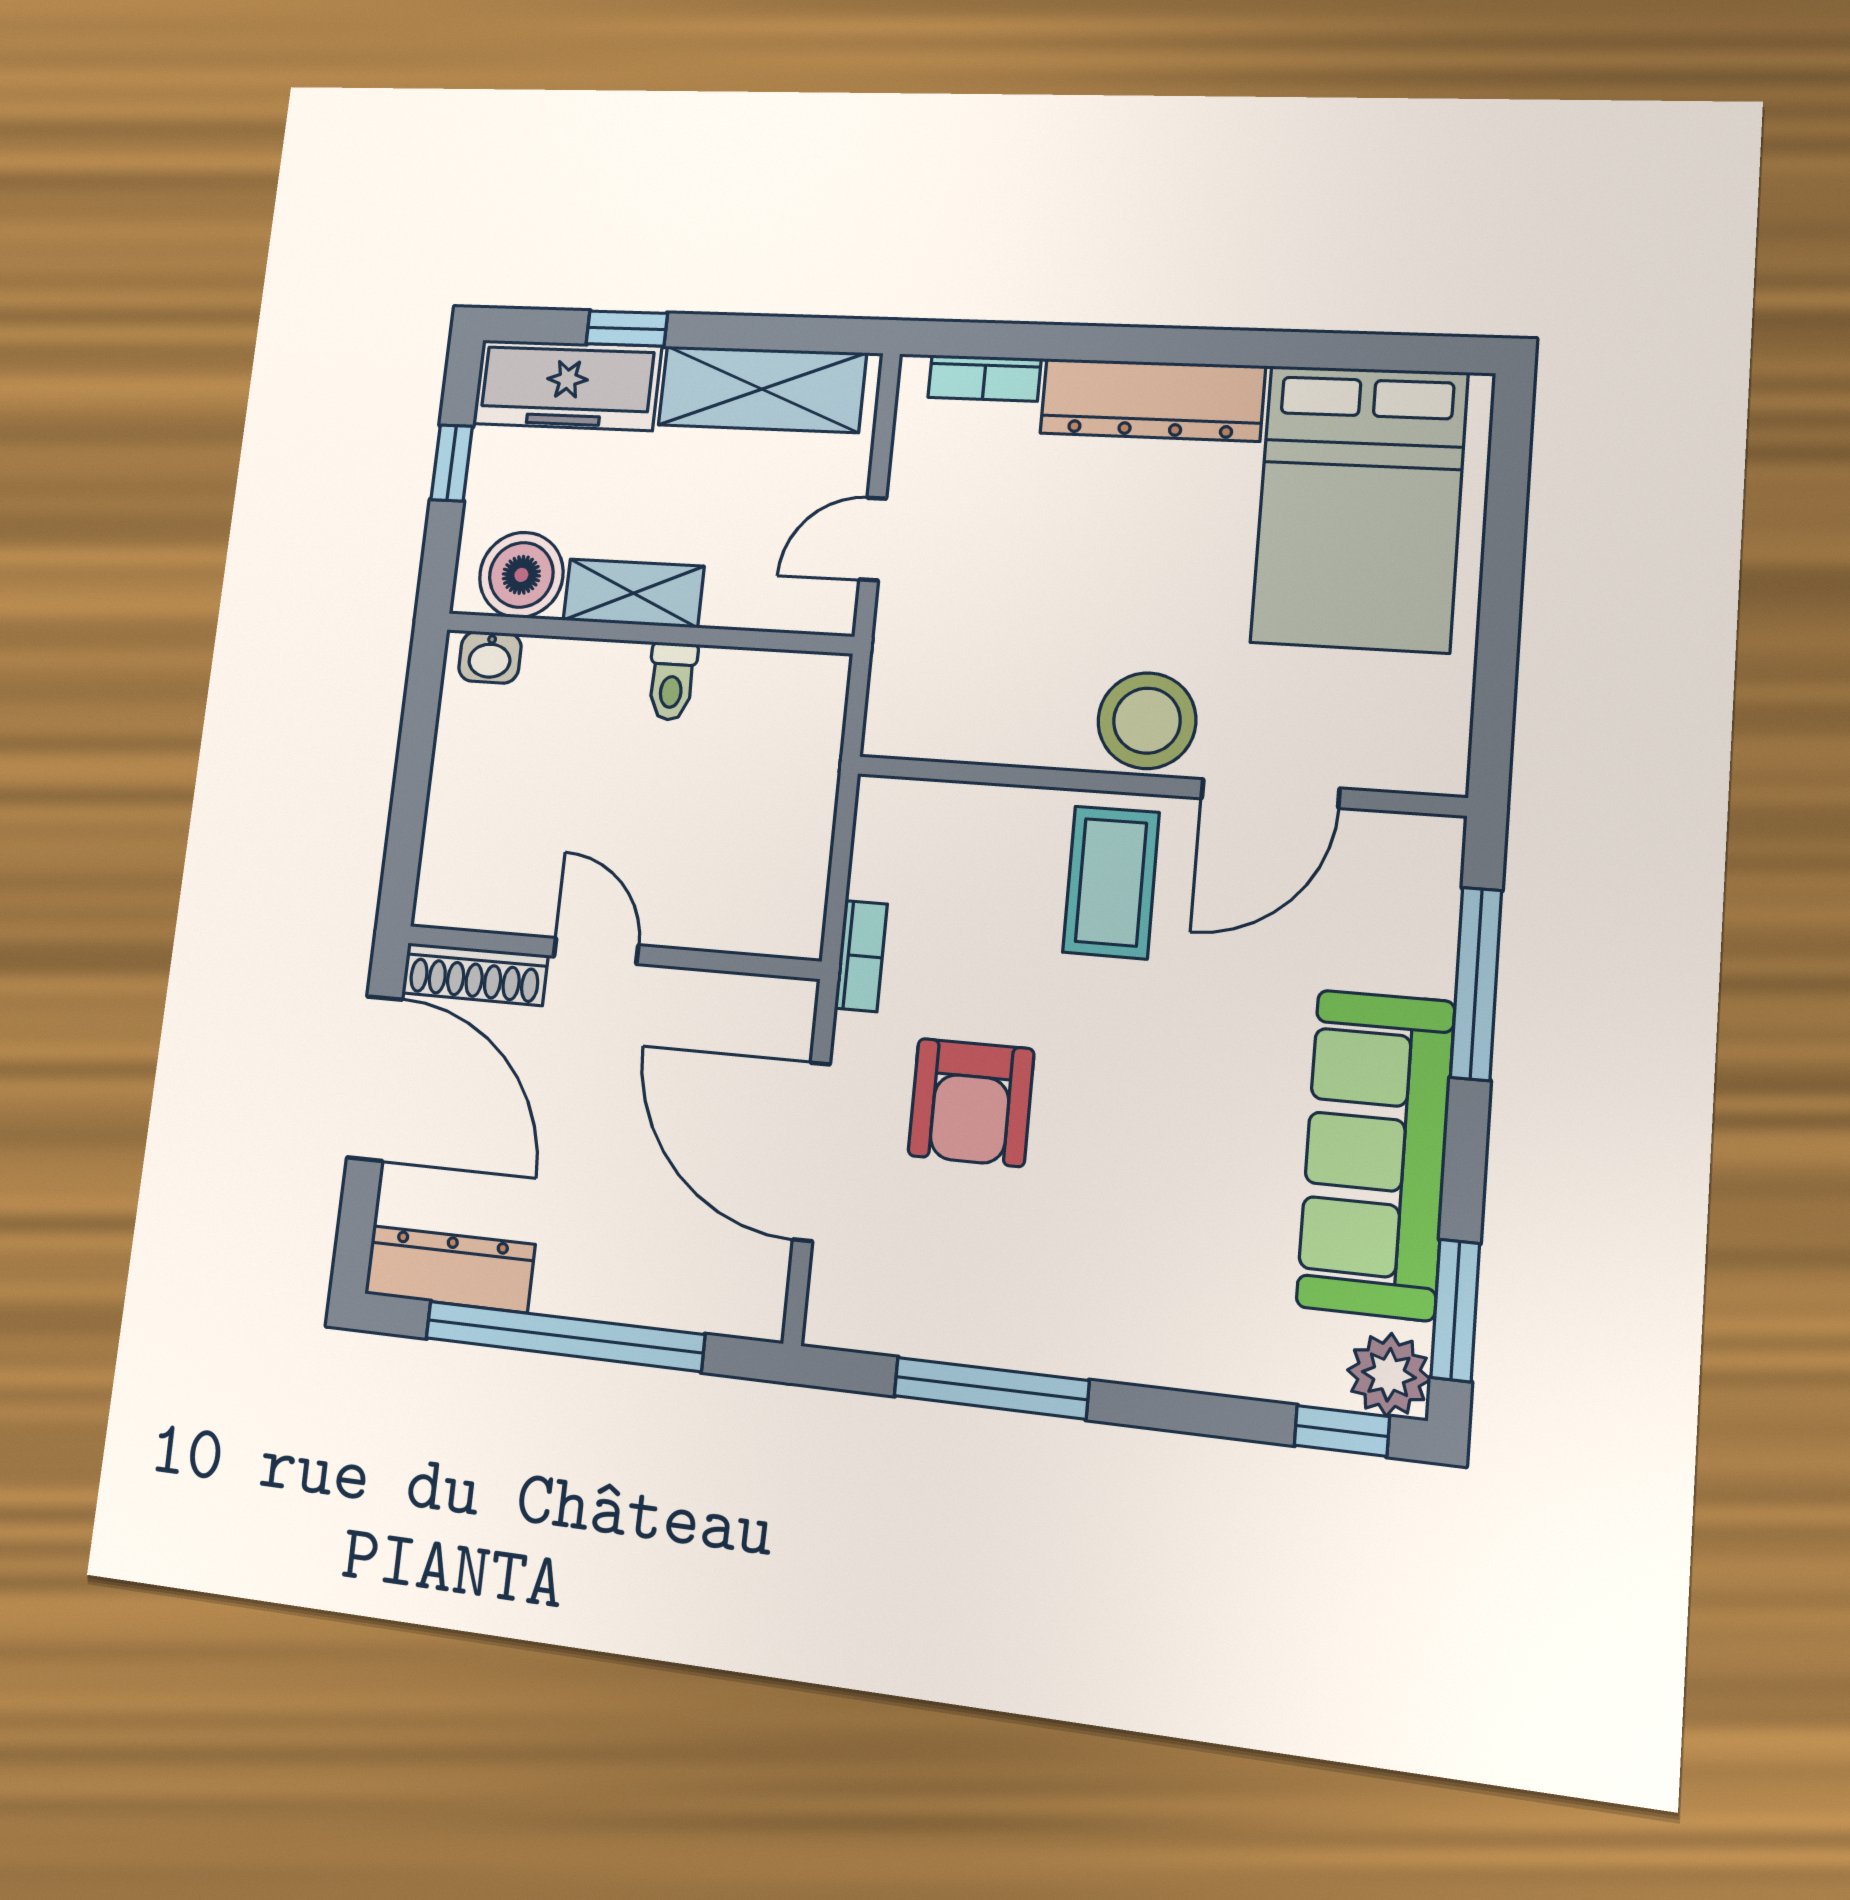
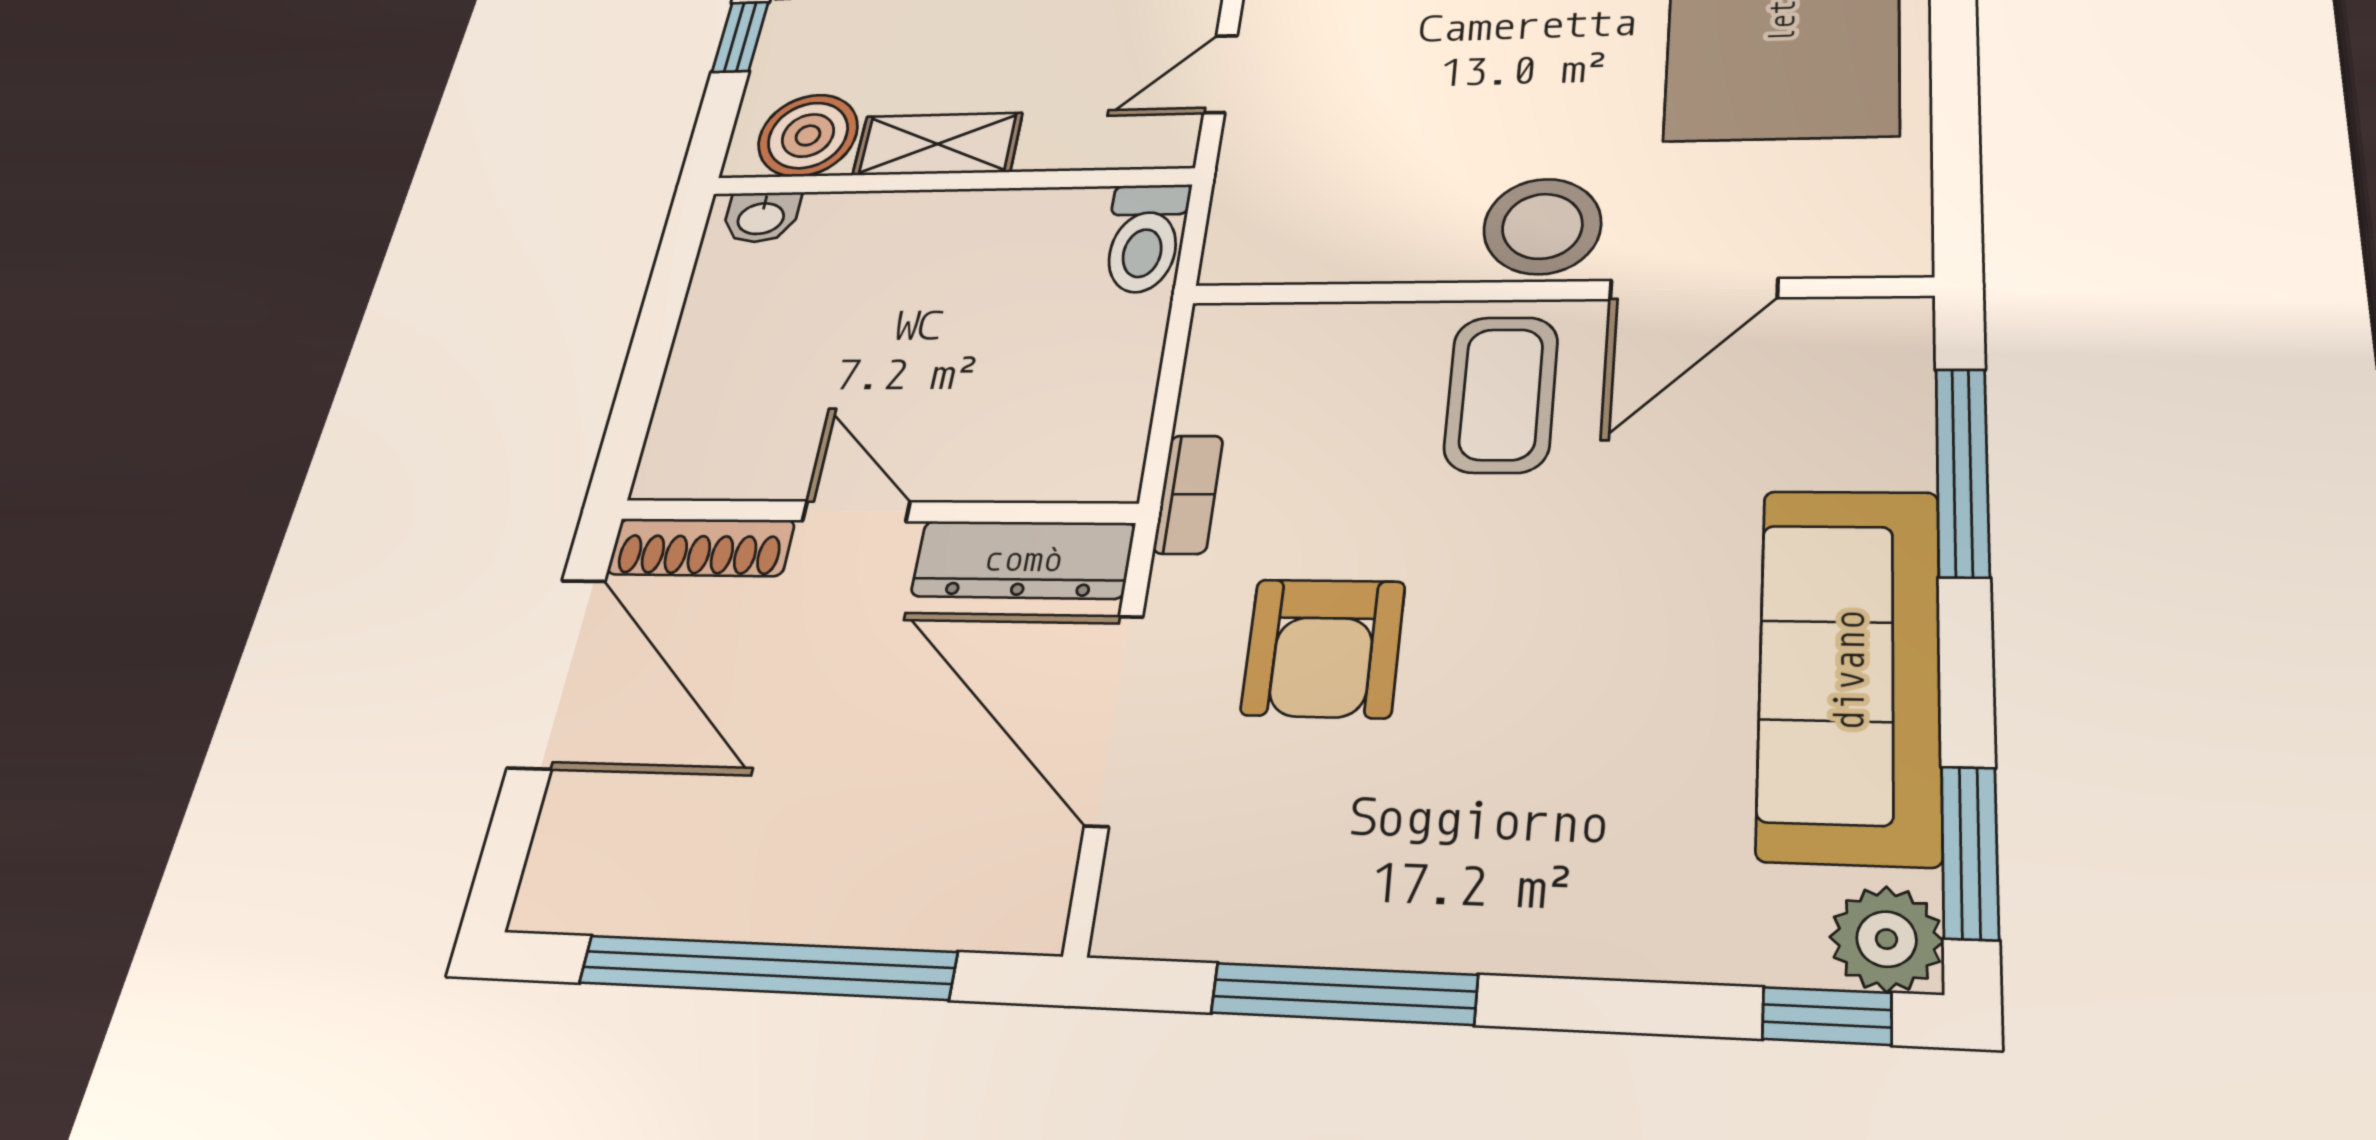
toilet: (672, 681) -> (1145, 238), moved, width x1.37, depth x1.39
dresser: (450, 1269) -> (1023, 560), moved, turned 180

